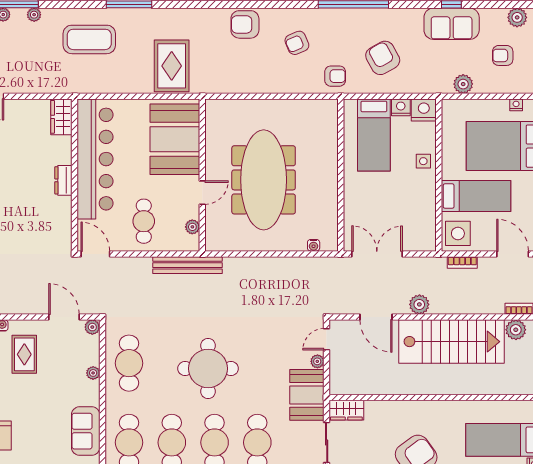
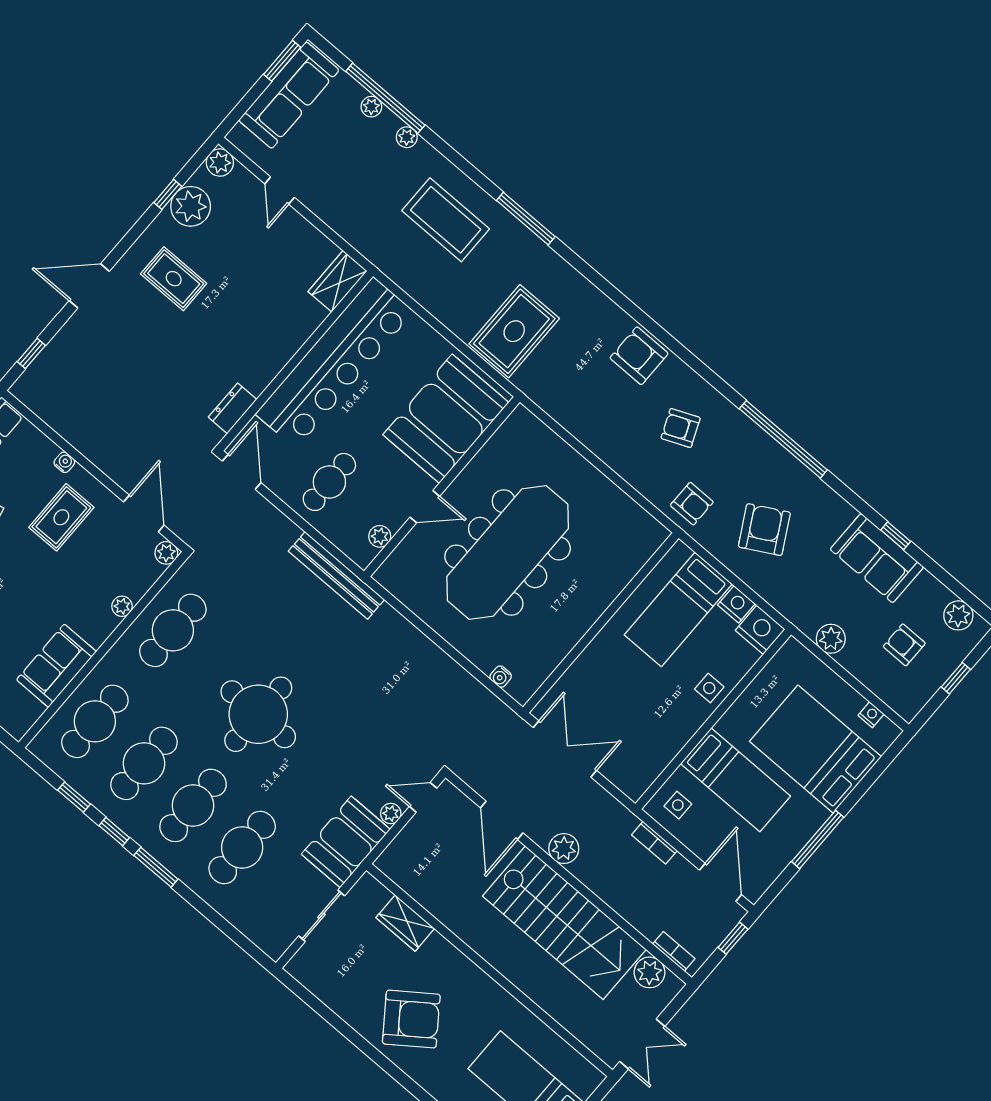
dresser: (63, 180) -> (233, 408), moved
side table: (458, 233) -> (678, 805), width x0.54, depth x0.54
wardrobe: (346, 410) -> (405, 923), moved

